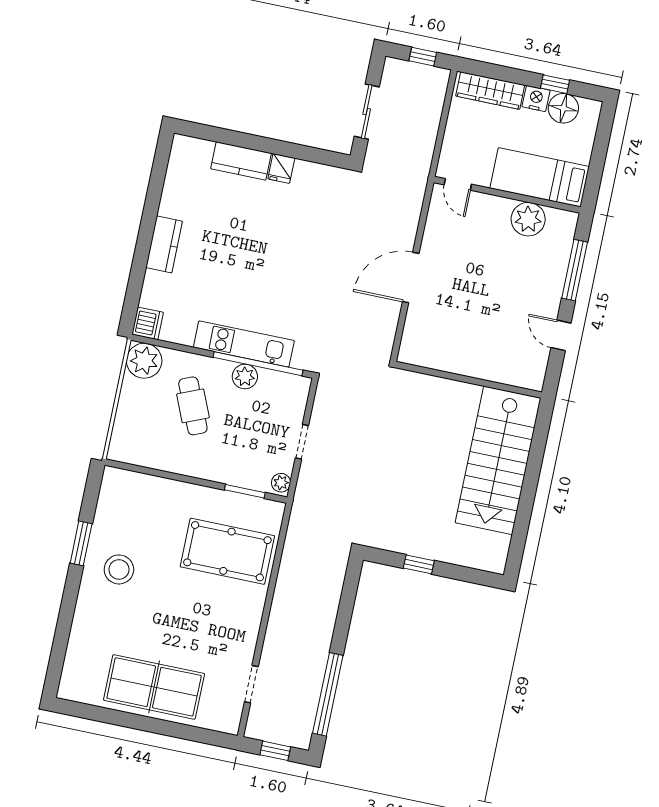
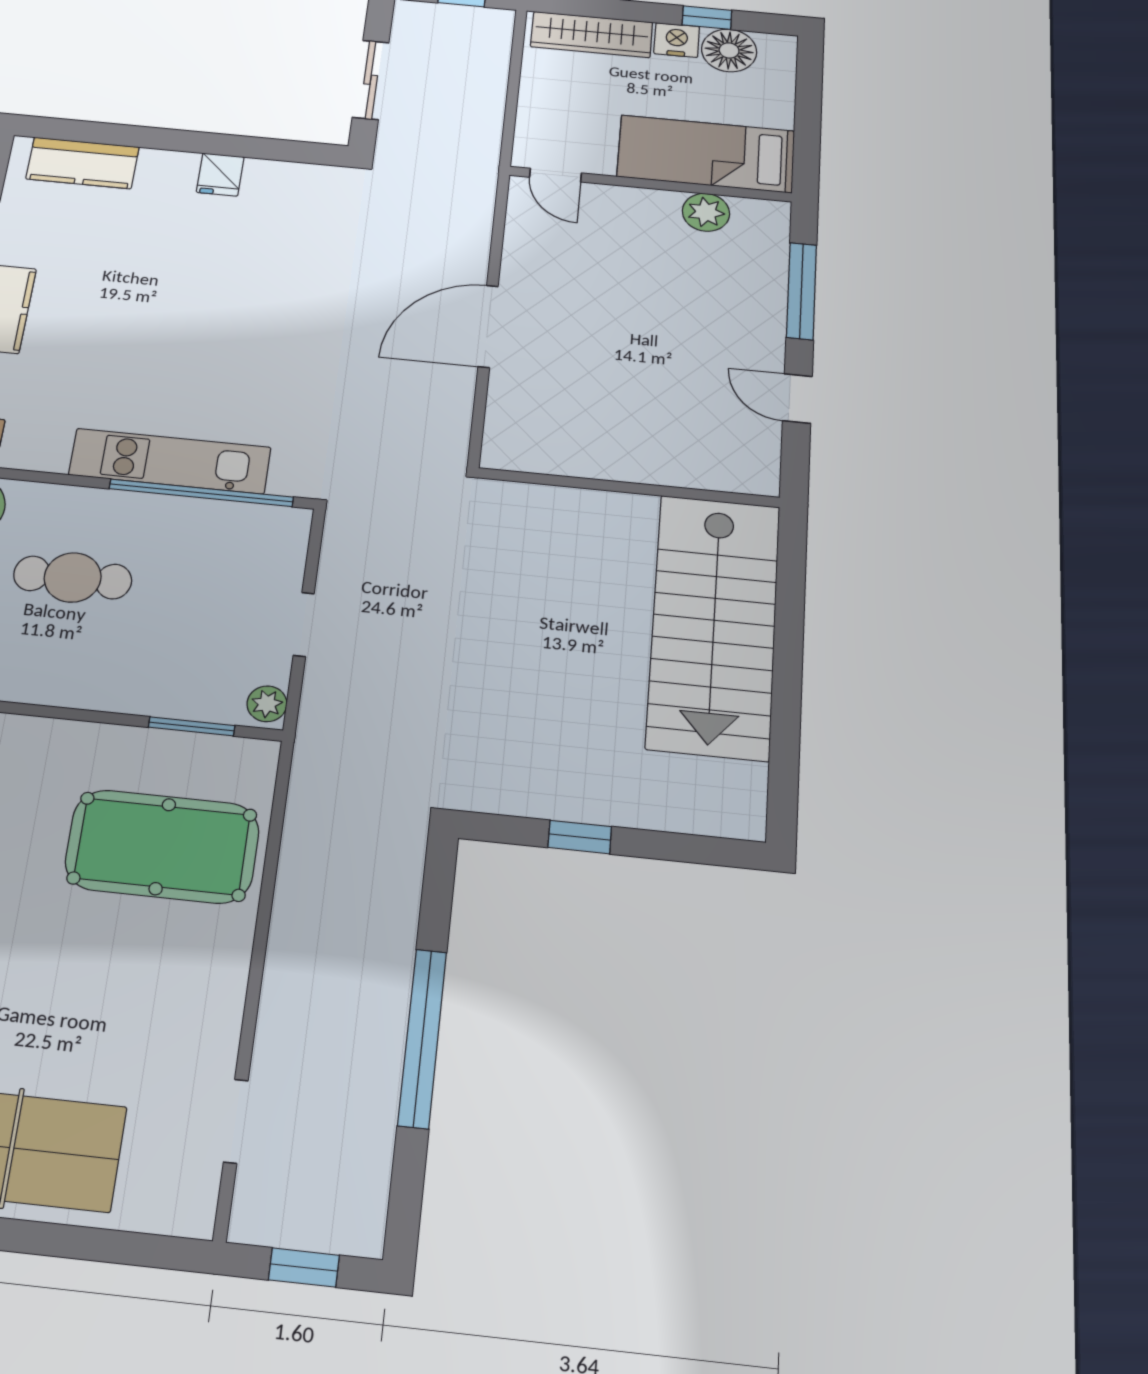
kitchen counter: (241, 161) -> (83, 163), moved
plant: (528, 219) -> (706, 212), width x0.73, depth x0.73
plant: (245, 377) -> (176, 517), removed
cafe table: (193, 406) -> (73, 577), turned -67
window: (328, 694) -> (422, 1038), moved

